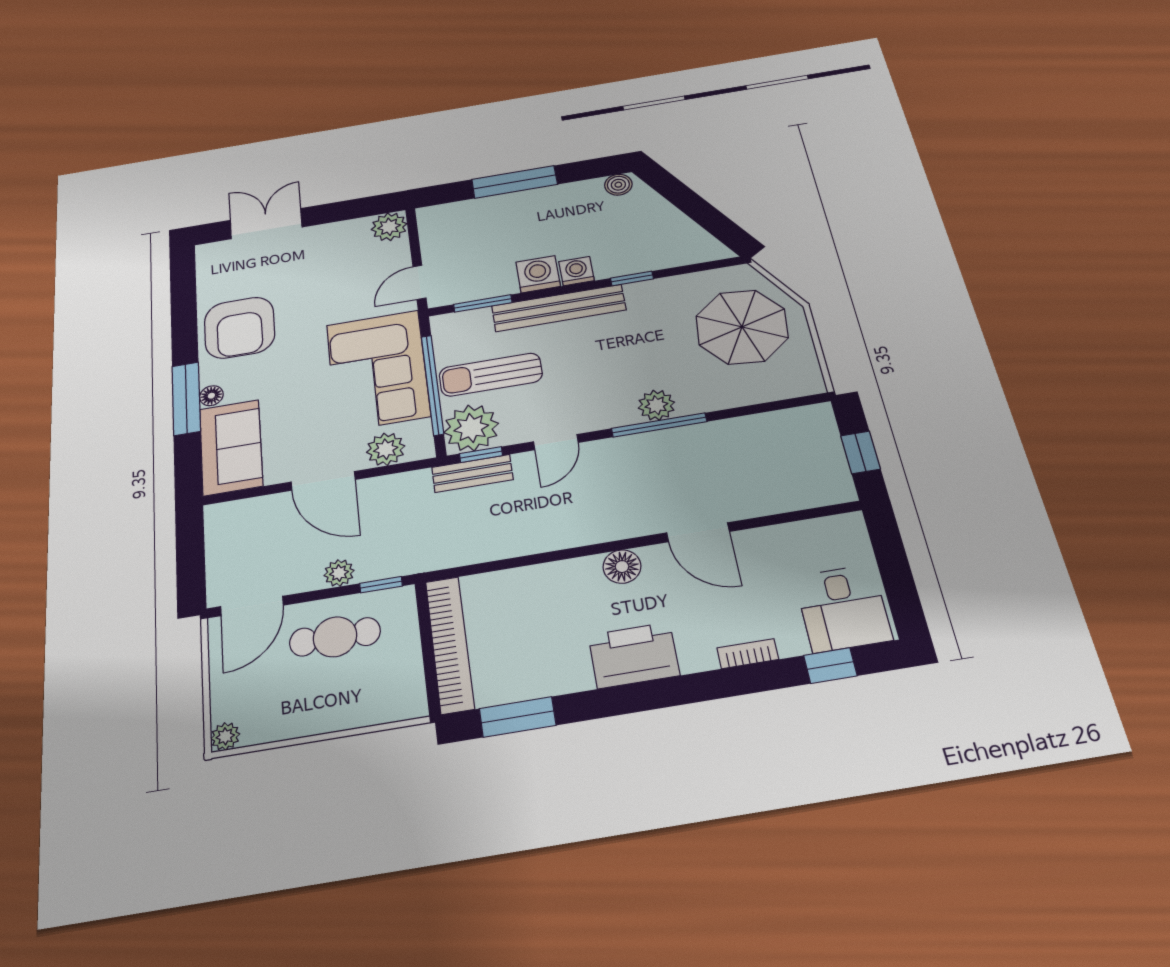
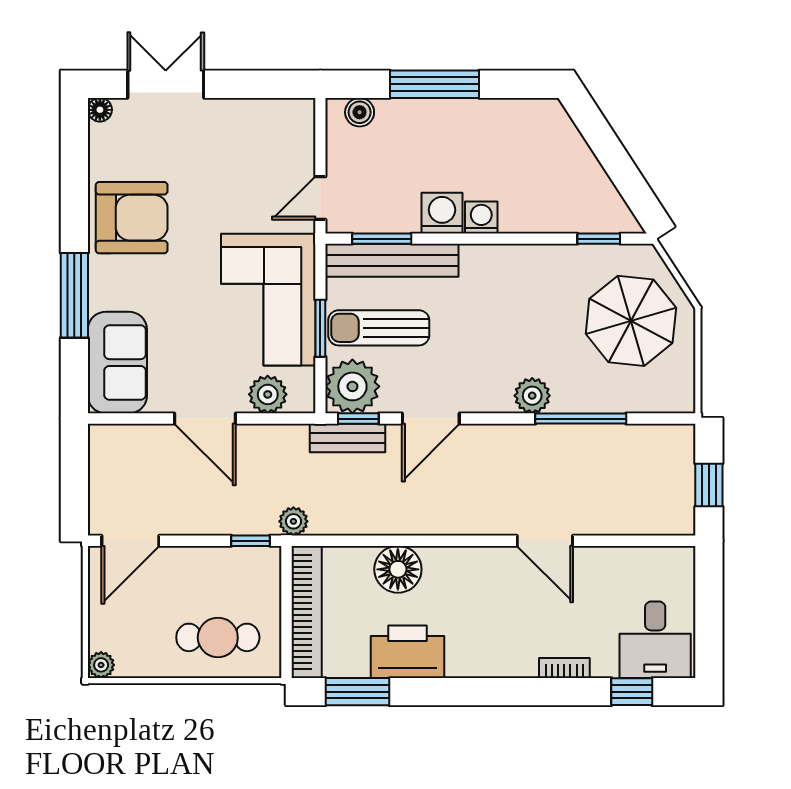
boiler: (618, 185) -> (360, 112), moved
plant: (389, 227) -> (296, 117), removed
window: (632, 278) -> (599, 239), moved
bench: (559, 308) -> (392, 260), moved
armchair: (240, 328) -> (132, 218), turned -90
window: (432, 385) -> (320, 328), width x0.47
floor lamp: (211, 396) -> (100, 110), moved
window: (659, 425) -> (581, 419), moved
door: (556, 442) -> (431, 419), width x1.38
floor lamp: (622, 567) -> (398, 569), moved, width x1.38, depth x1.38
plant: (339, 573) -> (293, 521), moved
cafe table: (335, 637) -> (218, 637), moved
printer: (634, 655) -> (407, 652), moved

